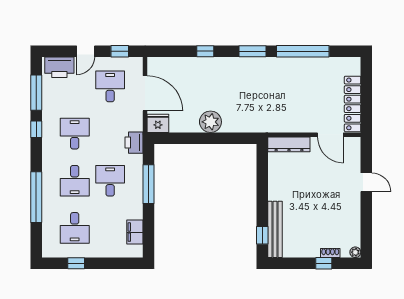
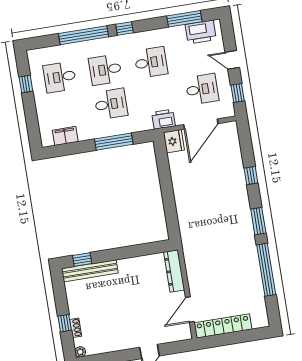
printer: (59, 67) -> (201, 32), moved, turned -90
plant: (210, 122) -> (184, 192), removed
window: (36, 129) -> (125, 29), moved
printer: (134, 143) -> (163, 119), moved

